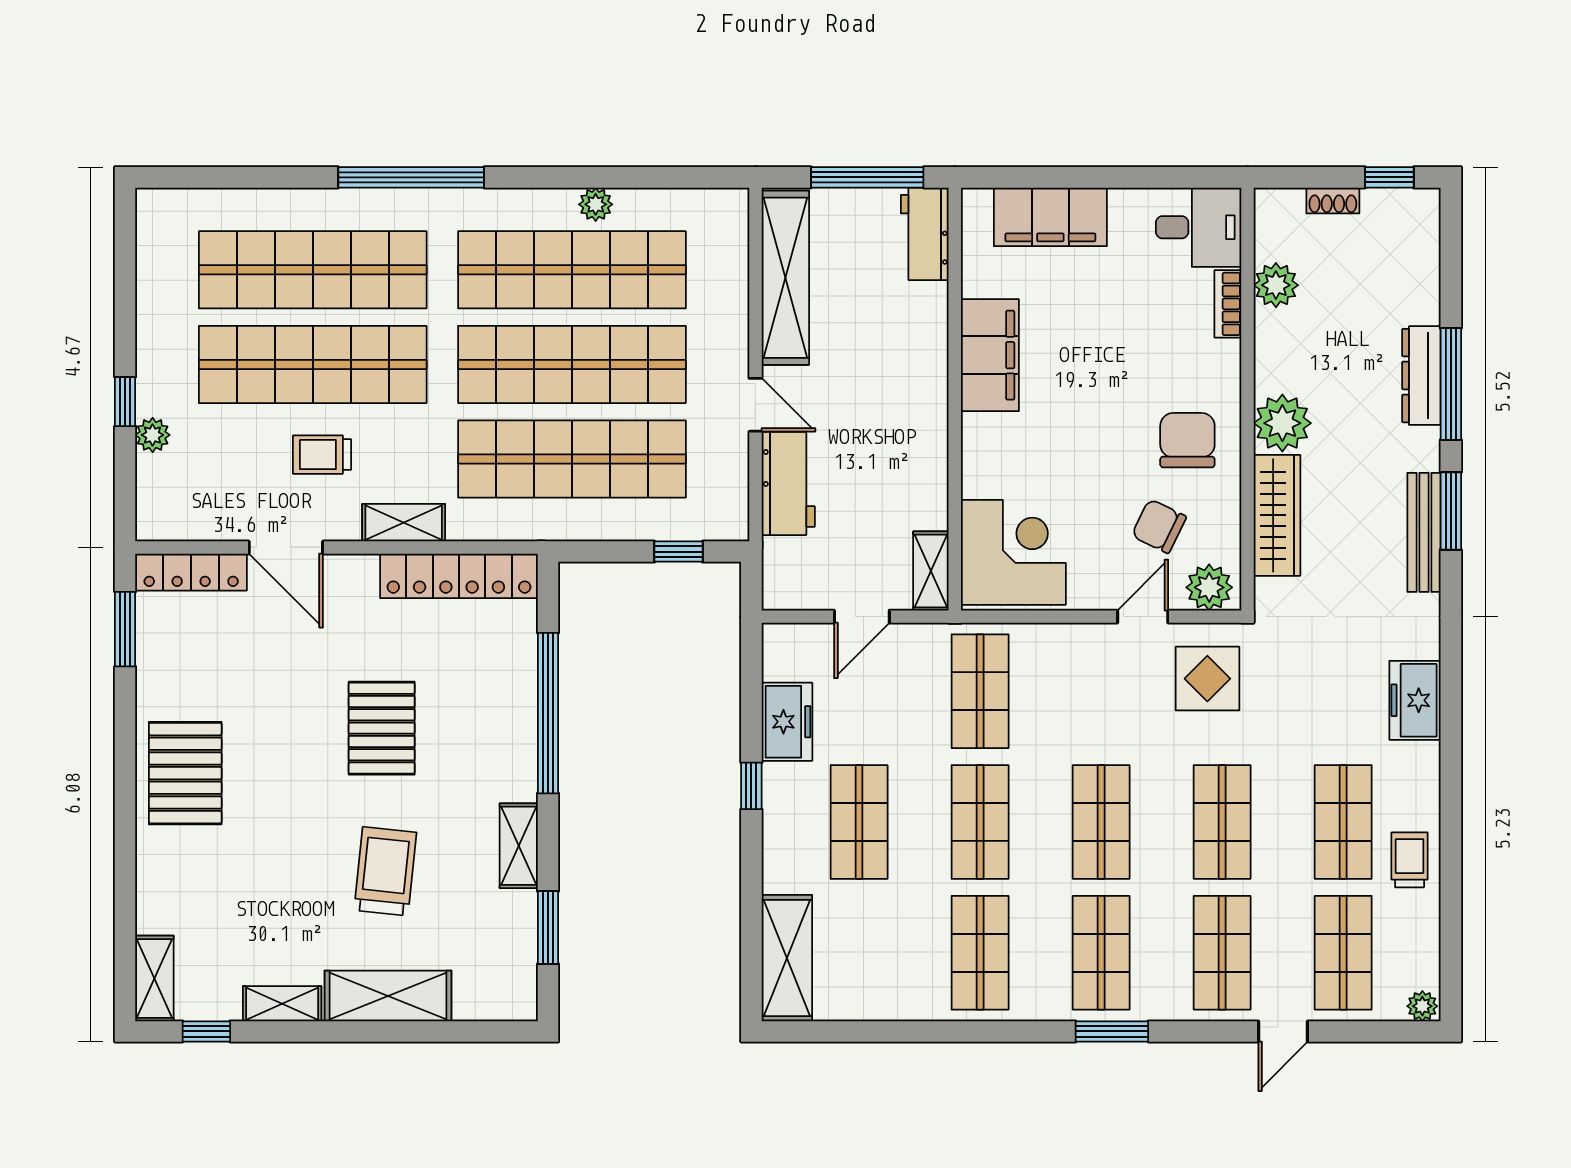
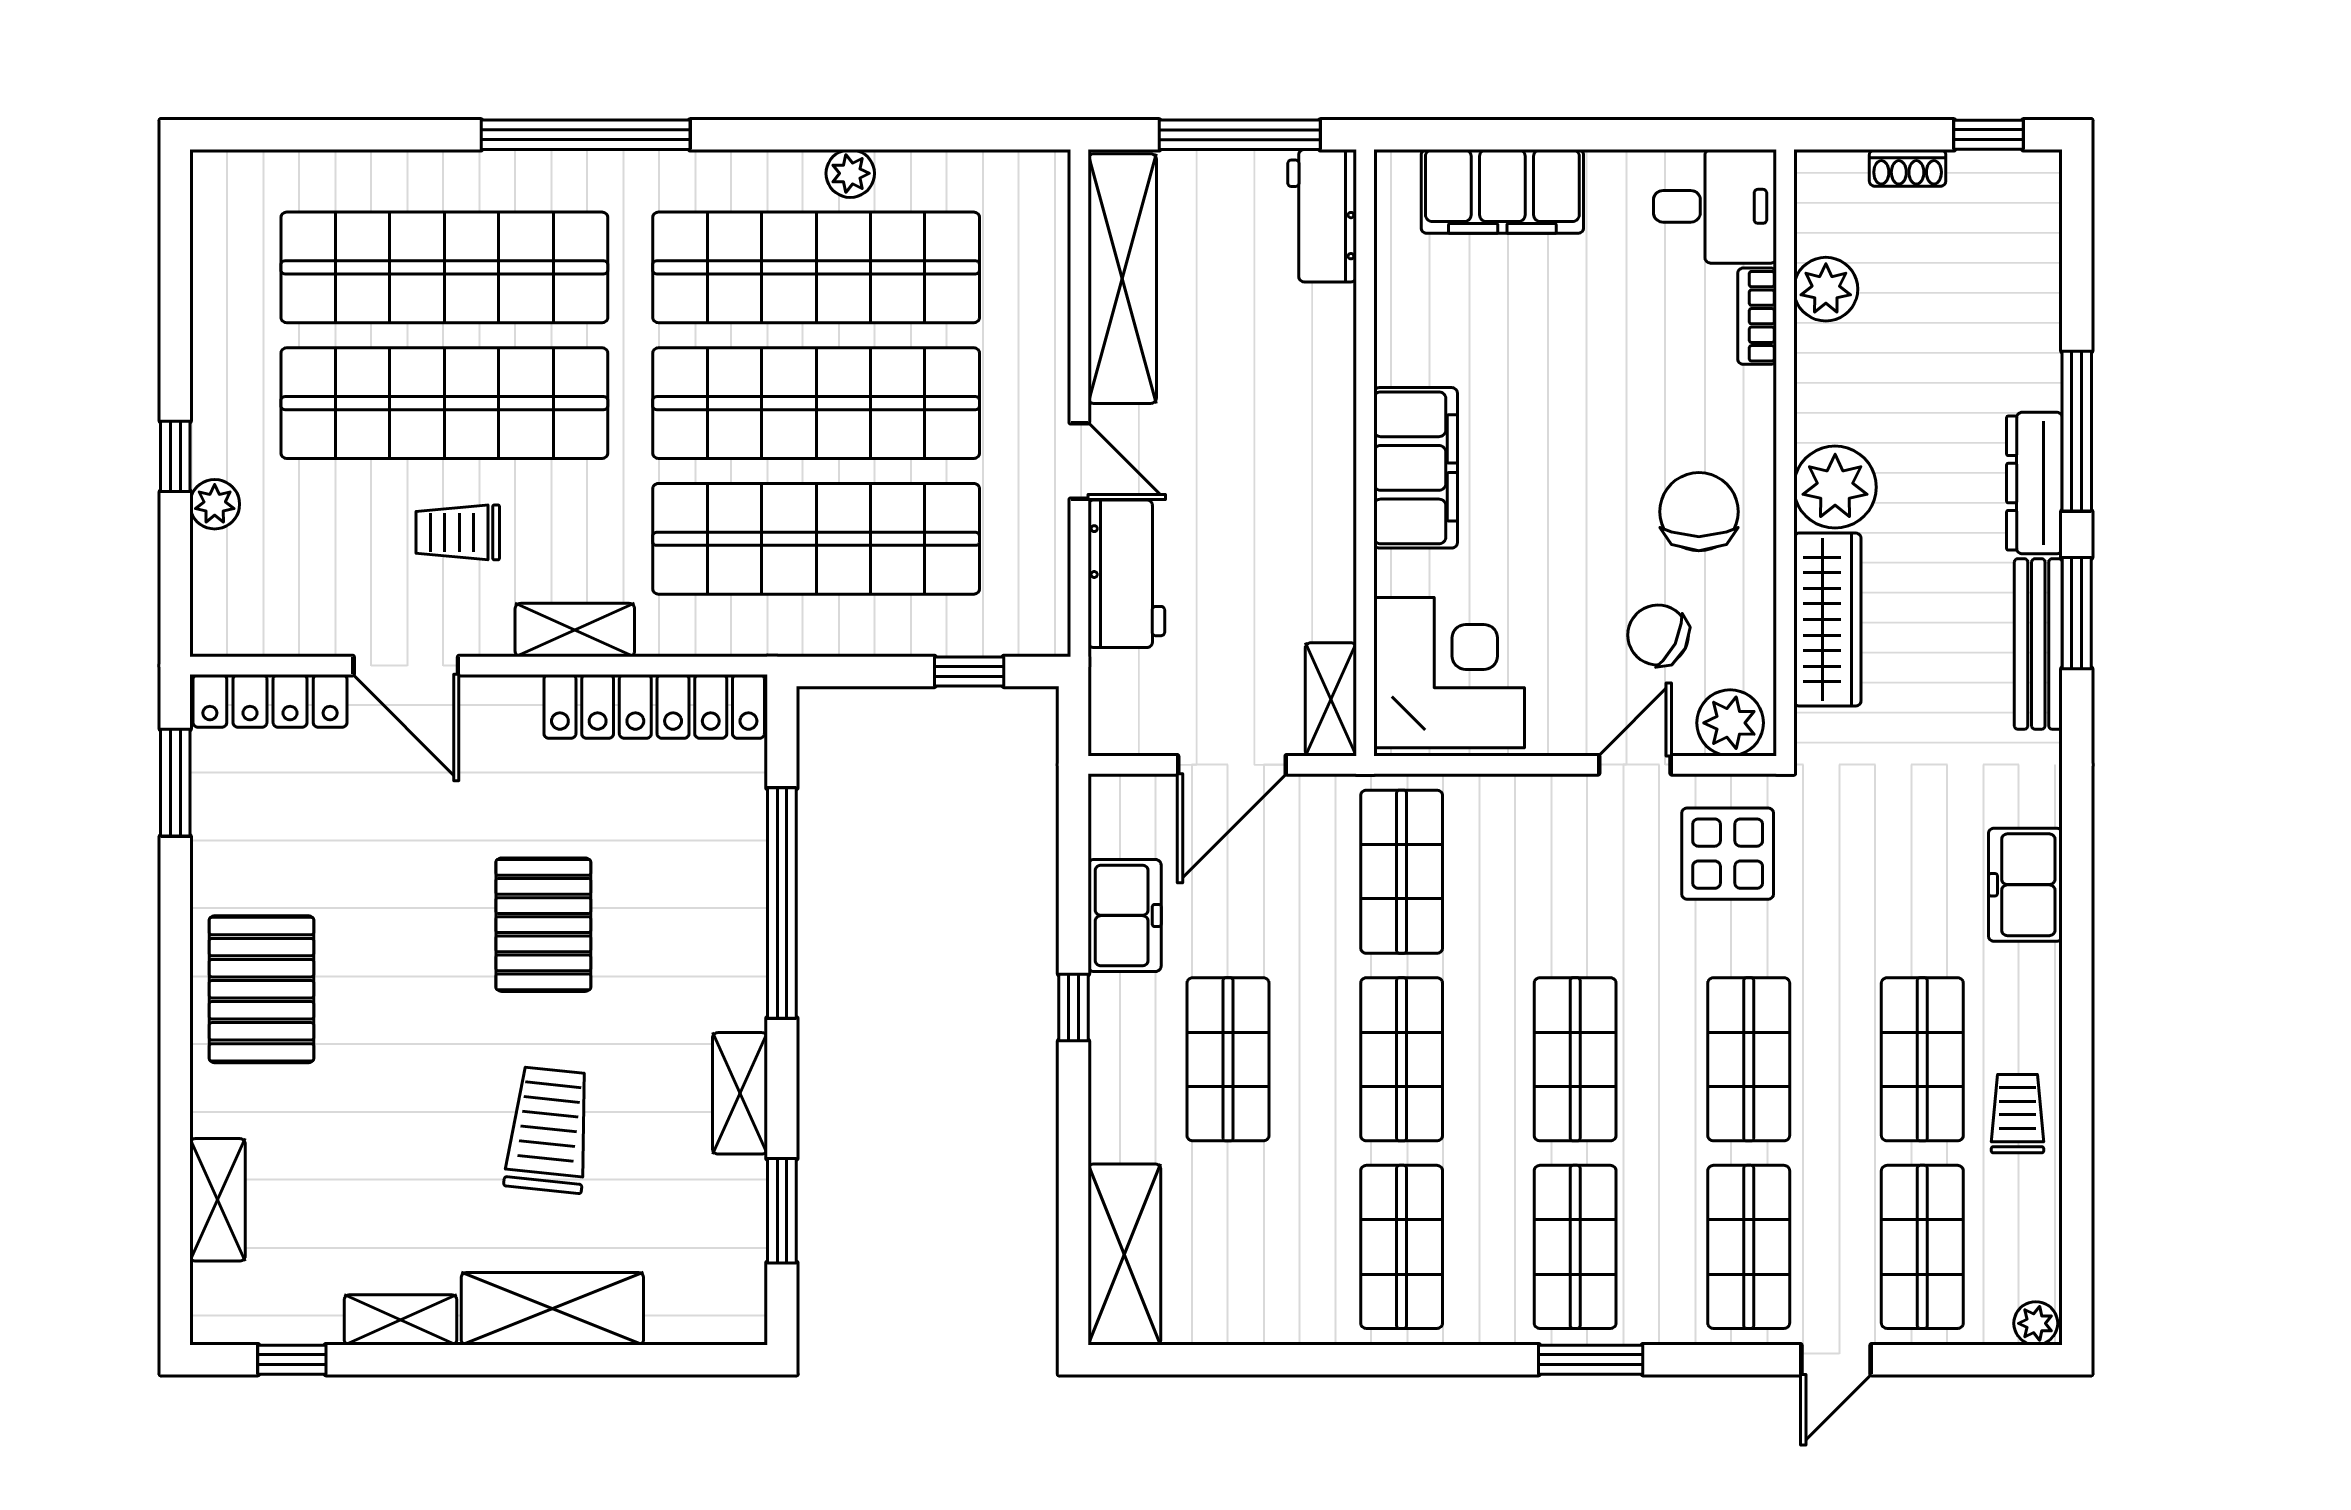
filing cabinet: (990, 355) -> (1416, 468), moved
dresser: (1421, 376) -> (2034, 483), moved
door: (862, 617) -> (1232, 765), width x1.38
shelving: (154, 978) -> (217, 1200), moved

